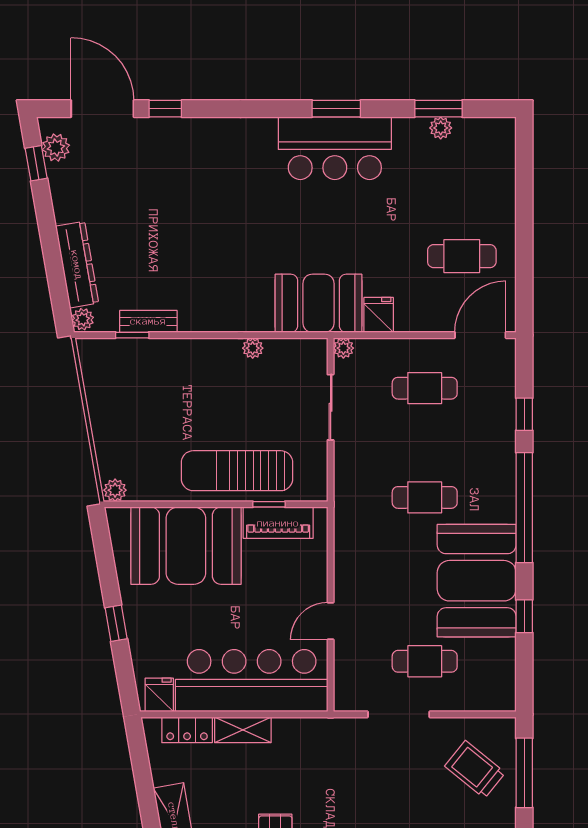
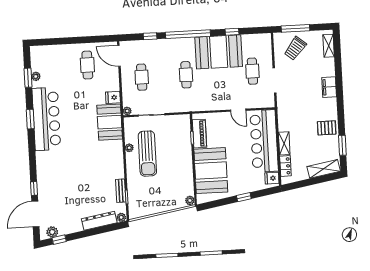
bar counter: (335, 148) -> (46, 119), width x1.36
sun lounger: (237, 471) -> (147, 154), moved

